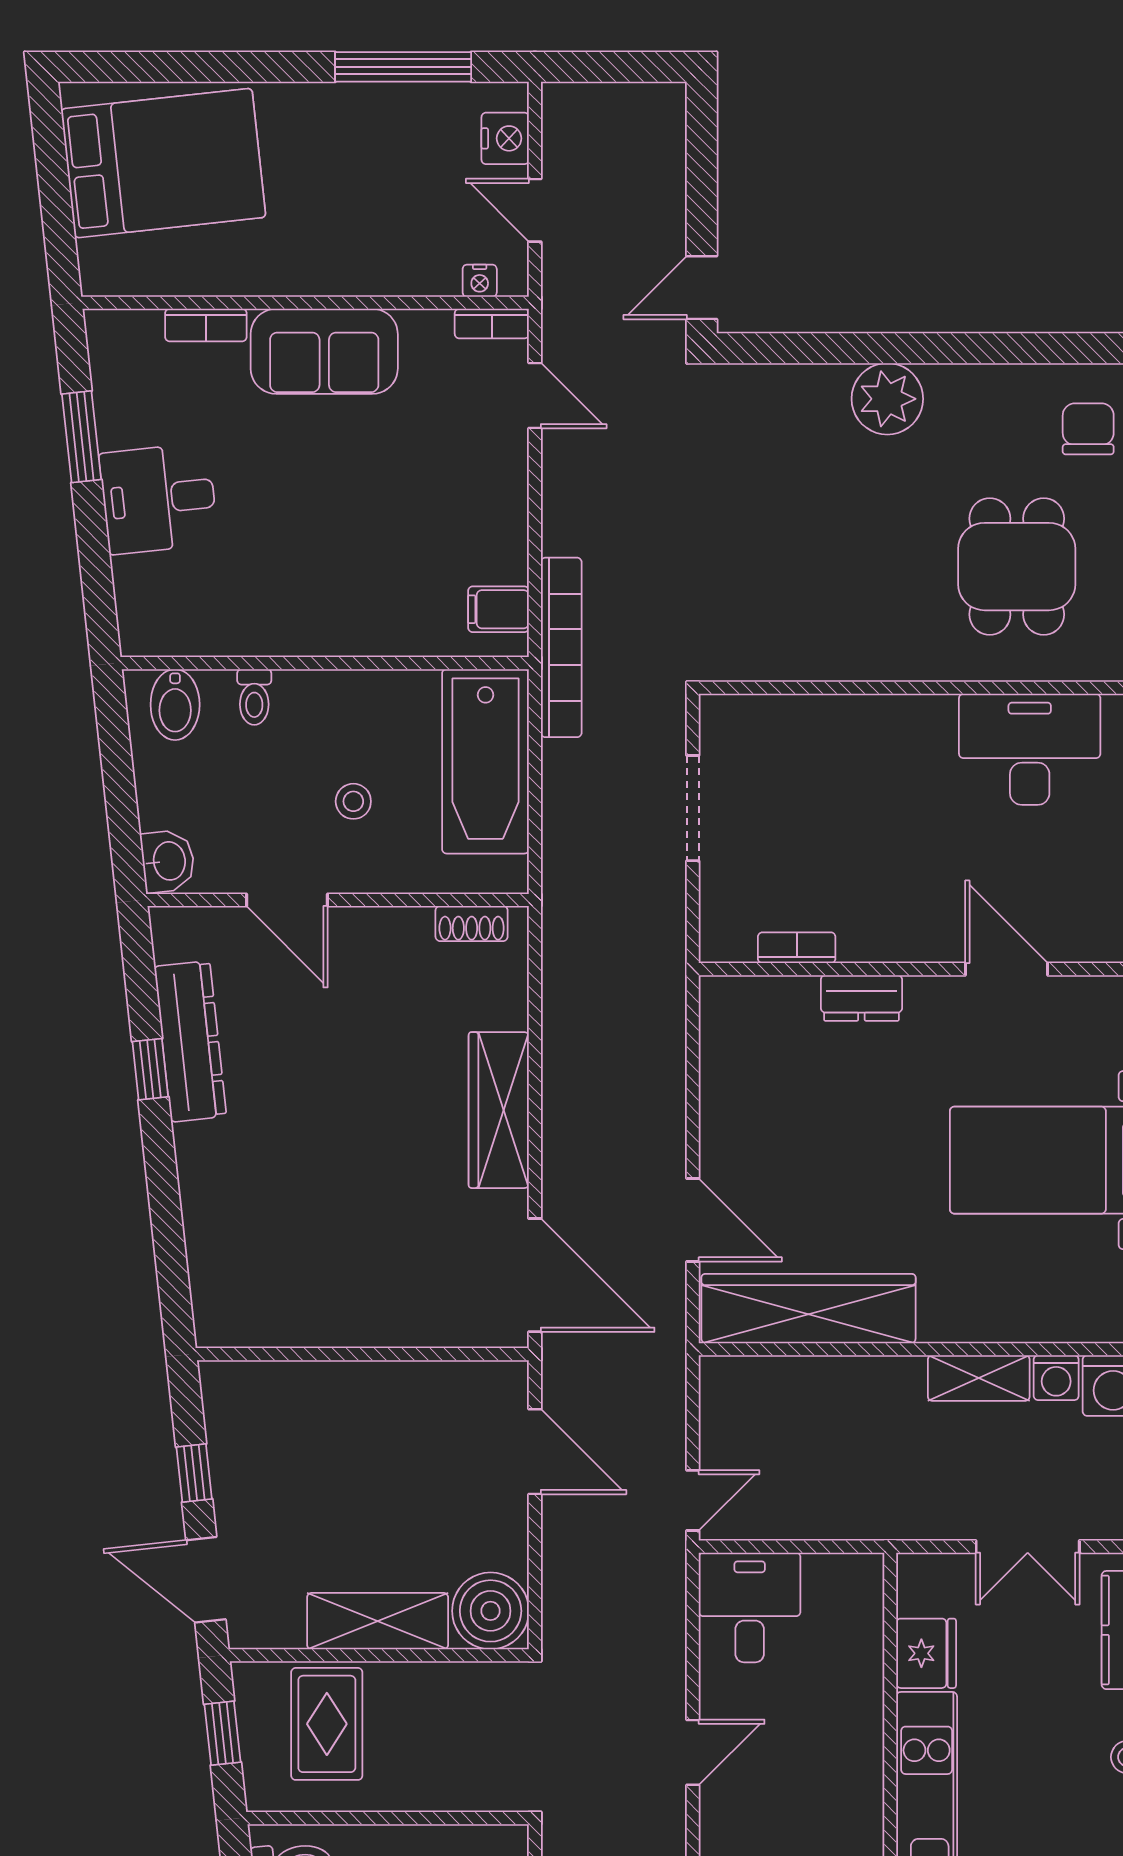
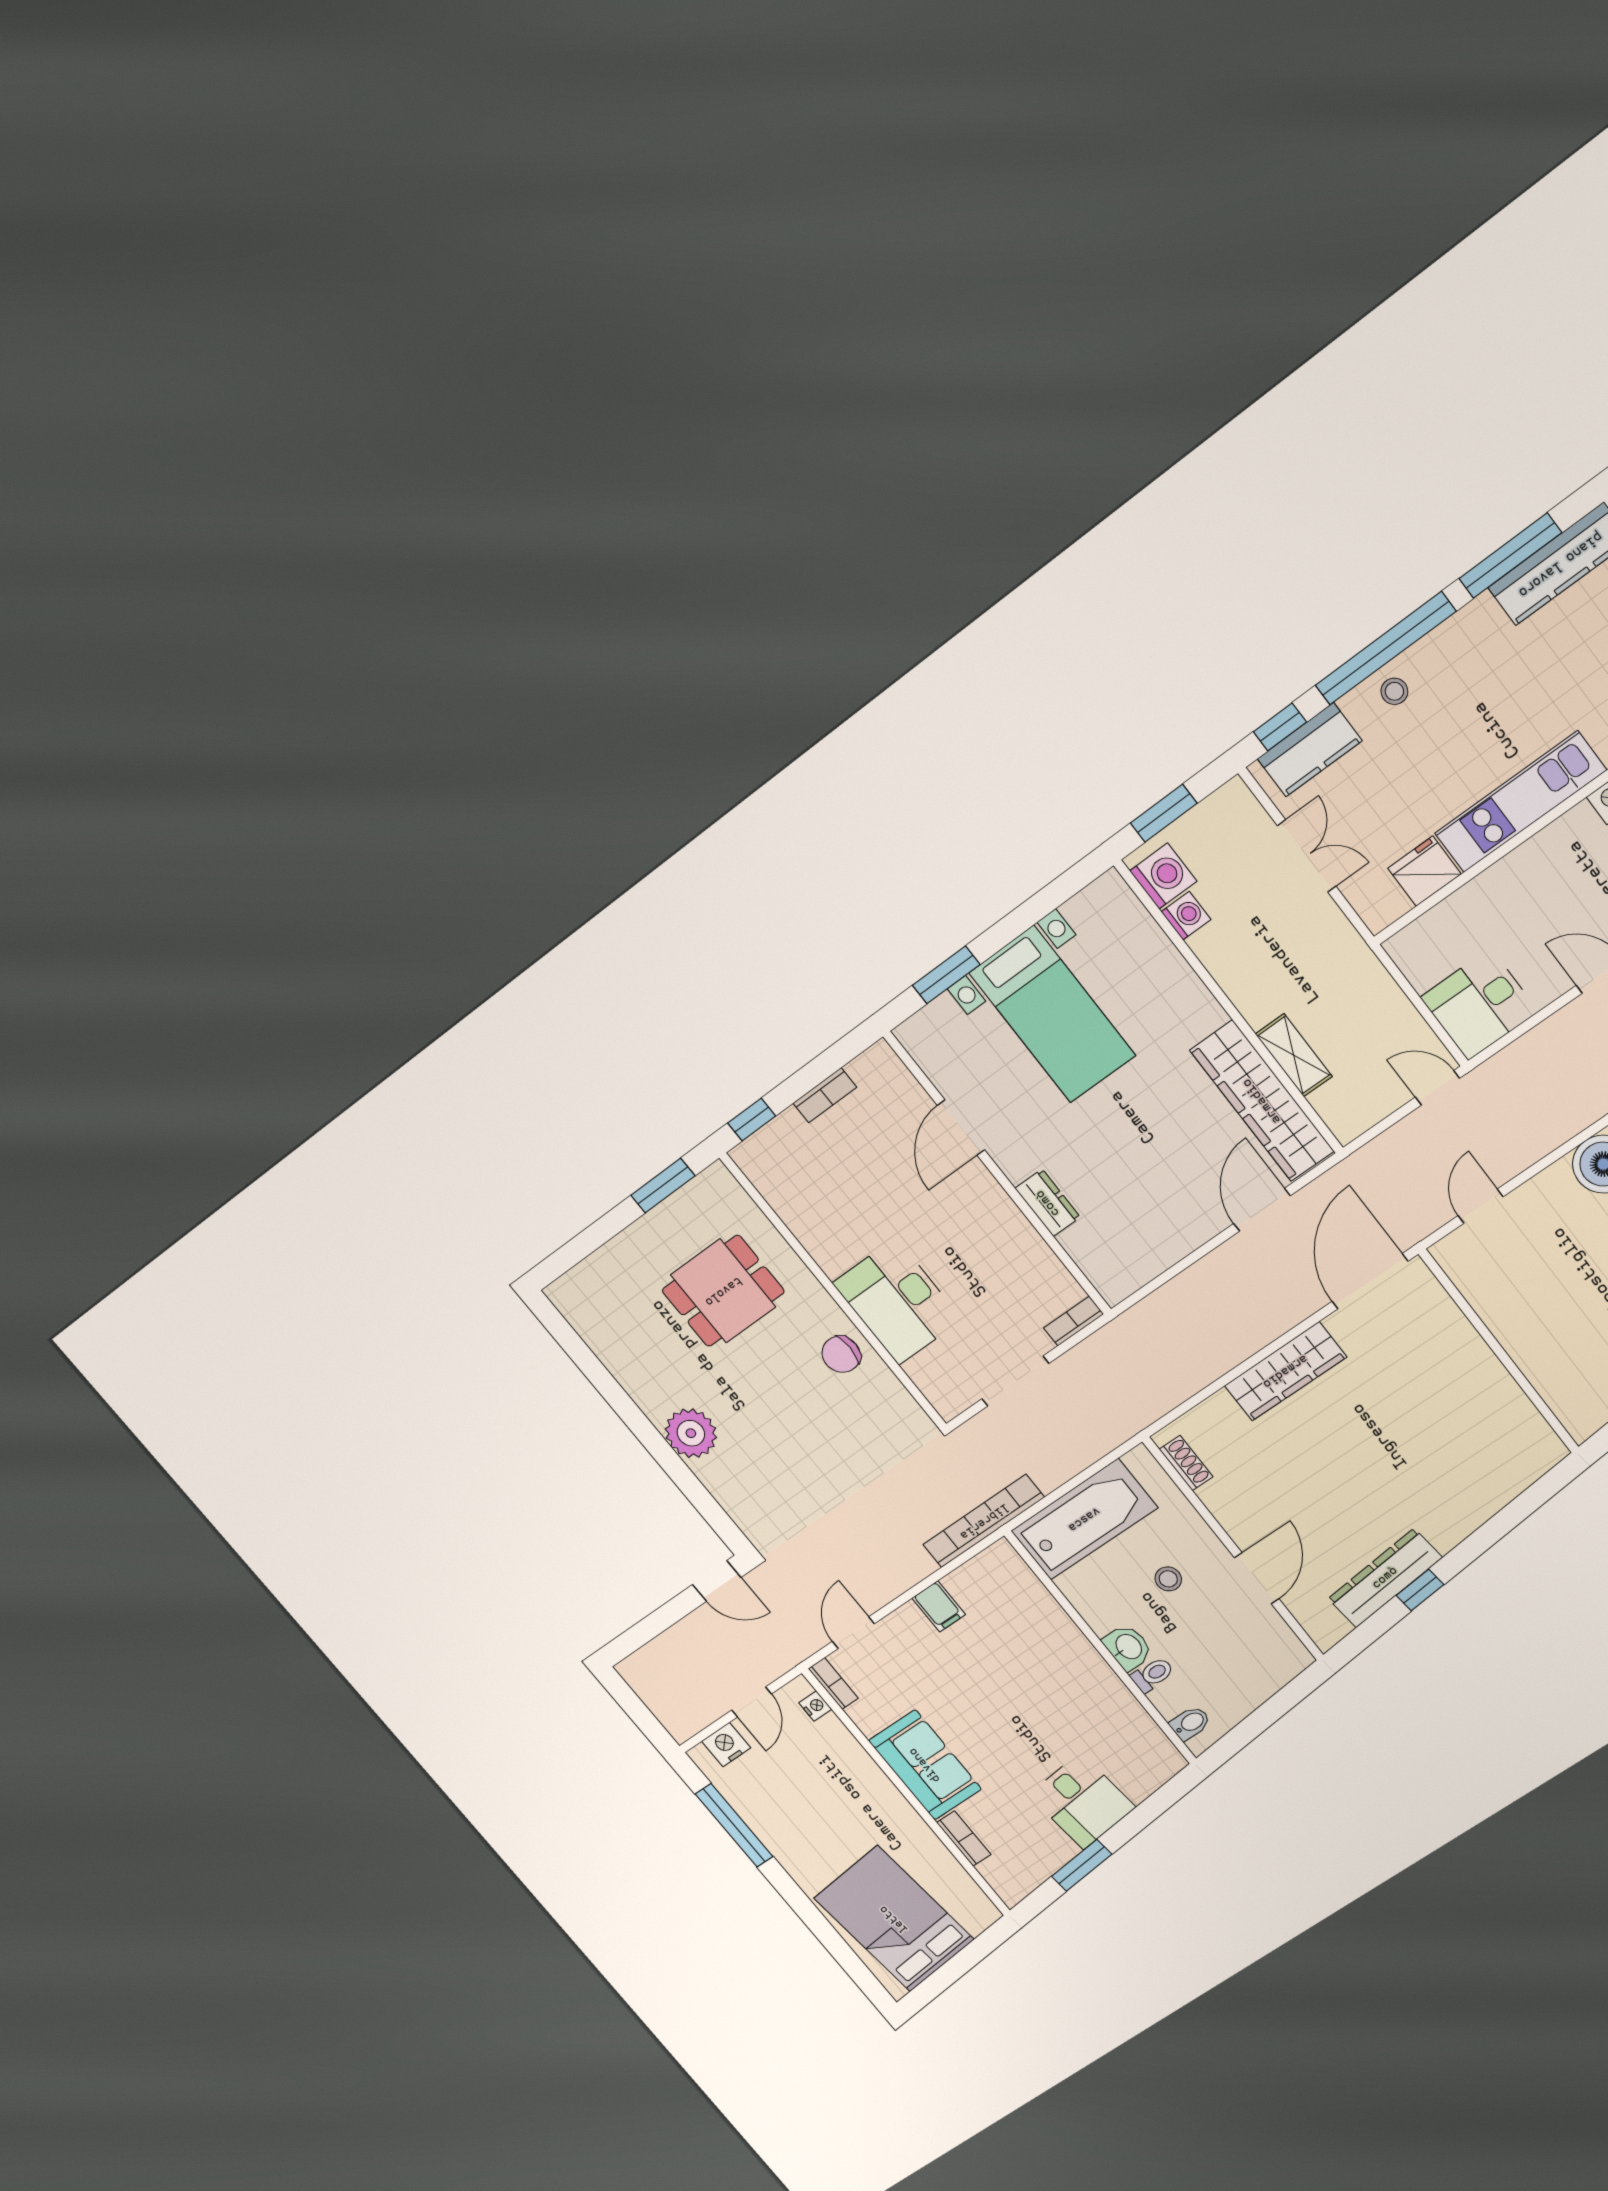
chair: (1088, 429) -> (841, 1354), moved
filing cabinet: (498, 609) -> (939, 1606), moved
bidet: (175, 705) -> (1190, 1723), width x0.72, depth x0.74
desk: (1030, 749) -> (897, 1301), moved
washbasin: (168, 861) -> (1128, 1647), moved, turned 96
bookcase: (797, 948) -> (1074, 1321), moved, turned 90
shelving: (979, 1378) -> (1294, 1055), moved
door: (535, 1452) -> (1481, 1206), width x0.73

